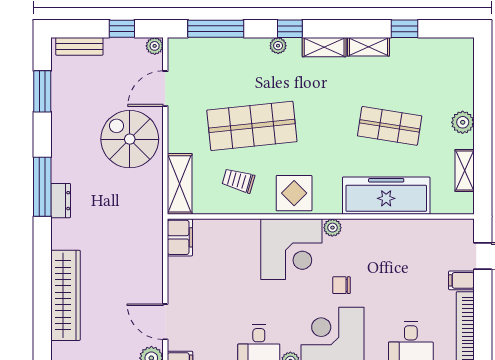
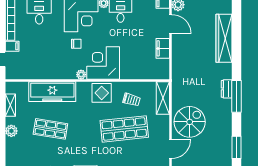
spiral stairs: (130, 139) -> (190, 122), turned -90
filing cabinet: (180, 237) -> (163, 48), moved

